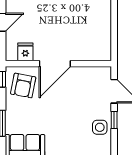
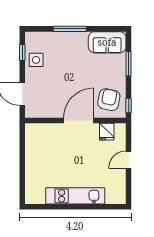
window: (114, 120) -> (22, 53), moved

